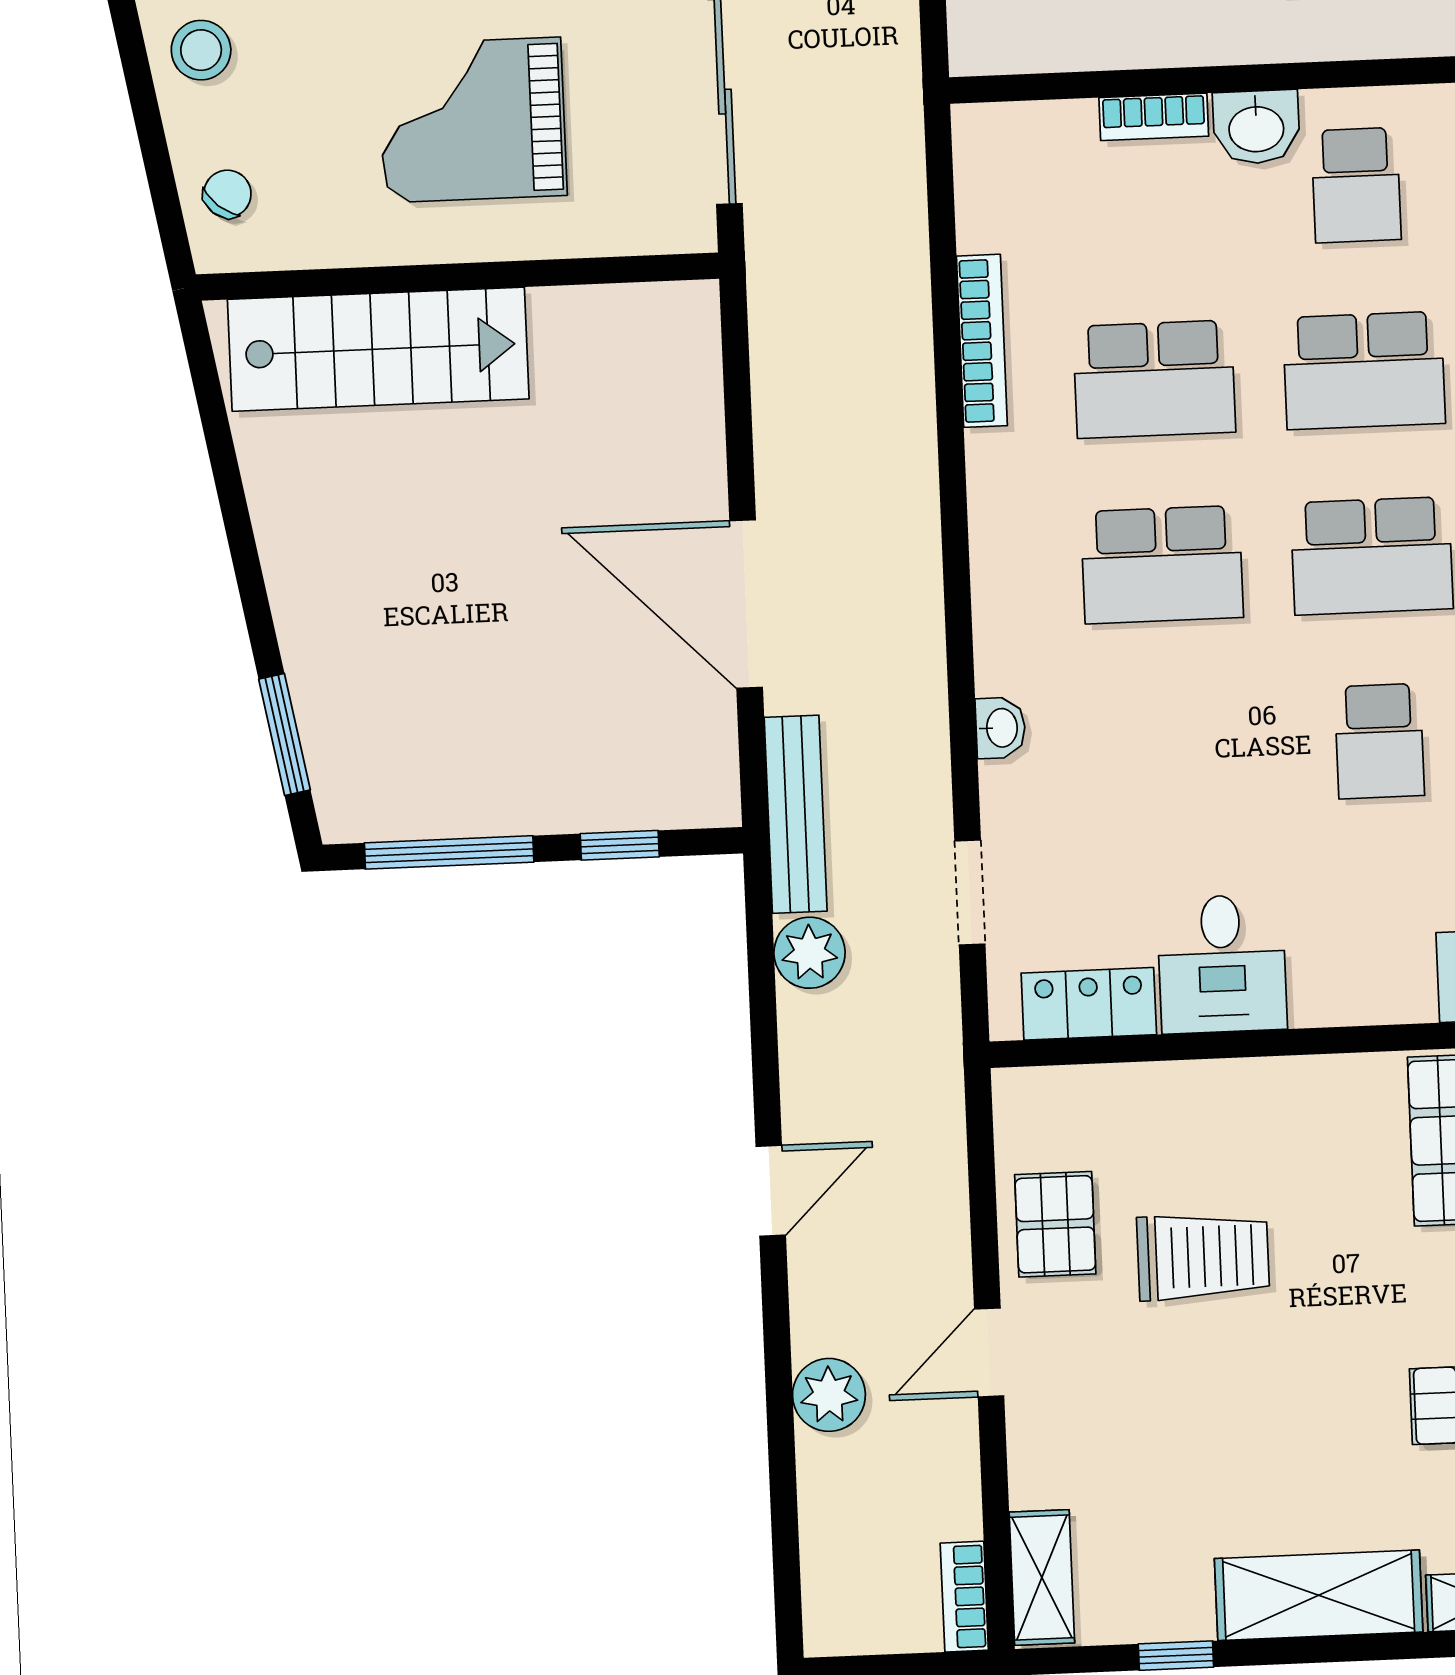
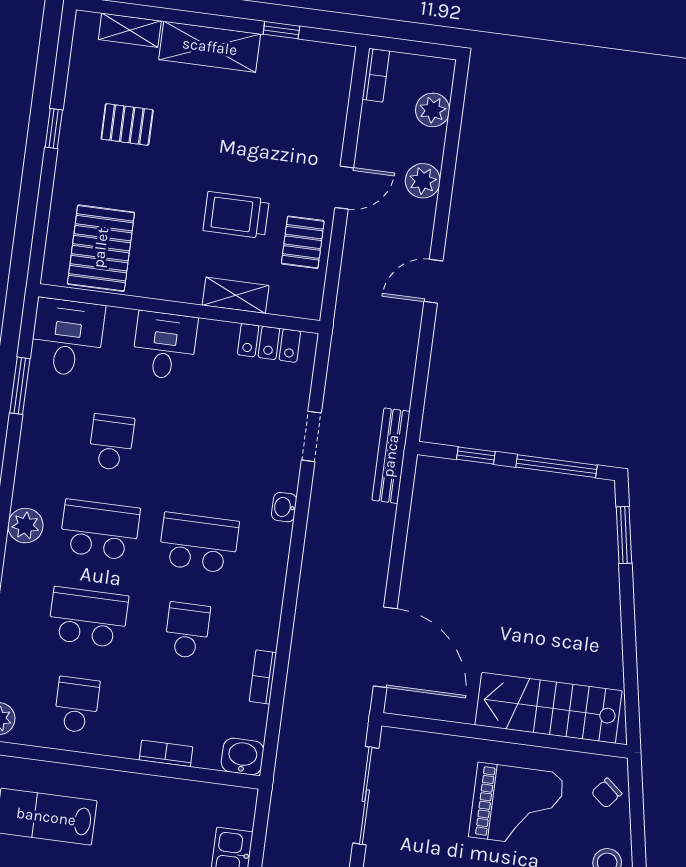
grand piano: (472, 120) -> (516, 805), moved
washbasin: (1256, 127) -> (242, 756), moved
bookcase: (982, 341) -> (263, 677), width x0.64
school desk: (1154, 379) -> (187, 630), width x0.54
door: (746, 604) -> (385, 647), moved
washbasin: (1001, 728) -> (284, 507), moved
doorway: (970, 892) -> (311, 436), moved
plant: (810, 953) -> (433, 110), moved
desk: (1222, 964) -> (165, 346), moved
shelving: (1042, 1578) -> (236, 295), moved, turned 90

